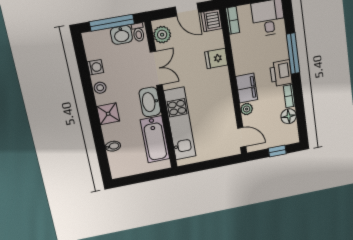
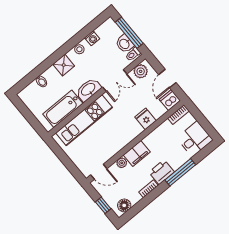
floor lamp: (289, 116) -> (124, 205), moved
door: (242, 137) -> (99, 172), hinge flipped

